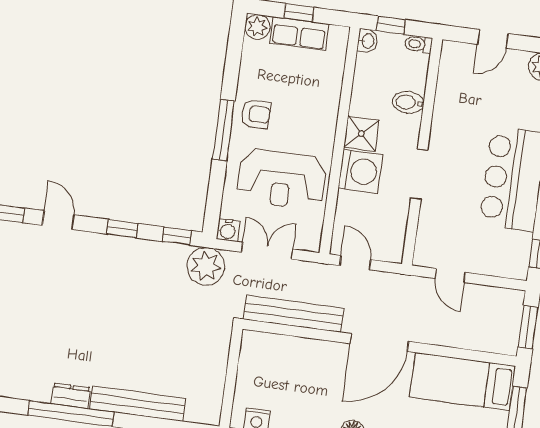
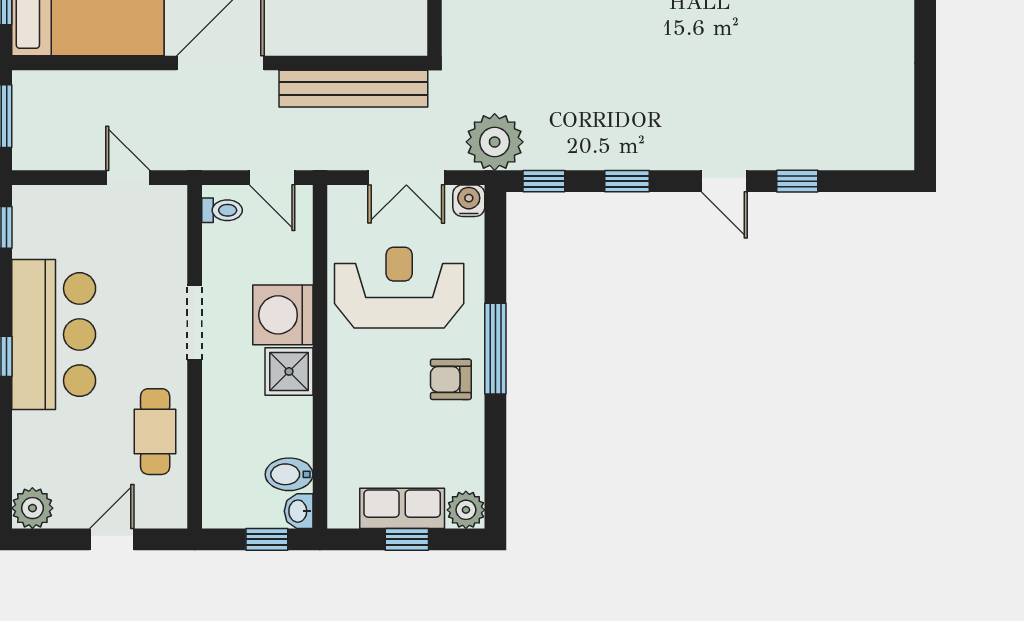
toilet: (418, 44) -> (222, 210), moved
bidet: (408, 102) -> (289, 474), moved, turned 180
cafe table: (455, 106) -> (155, 432), added

